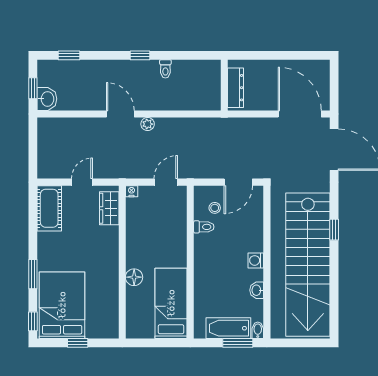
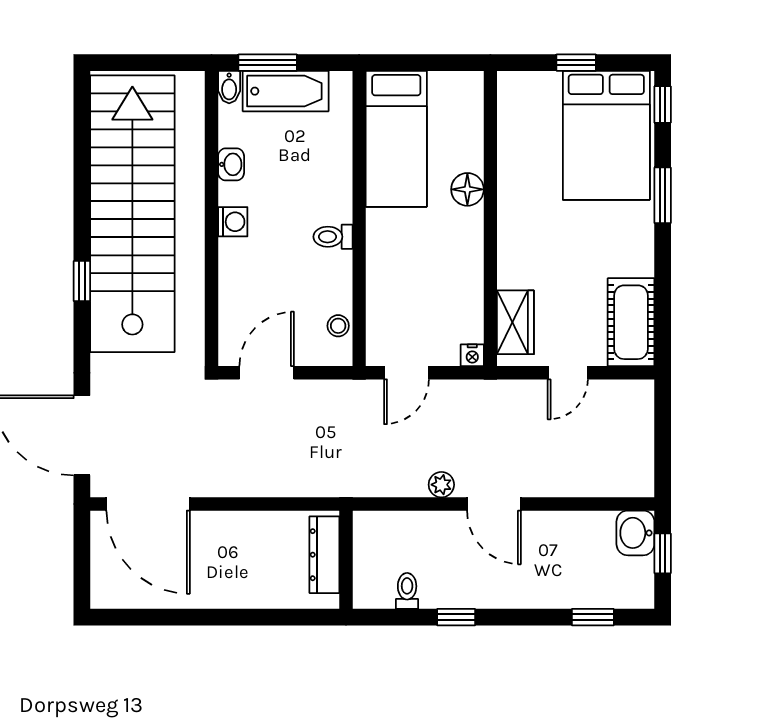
wall: (224, 85) -> (346, 560), moved
dresser: (236, 88) -> (324, 555), moved
stool: (215, 208) -> (338, 326), moved
toilet: (204, 227) -> (333, 237), moved

